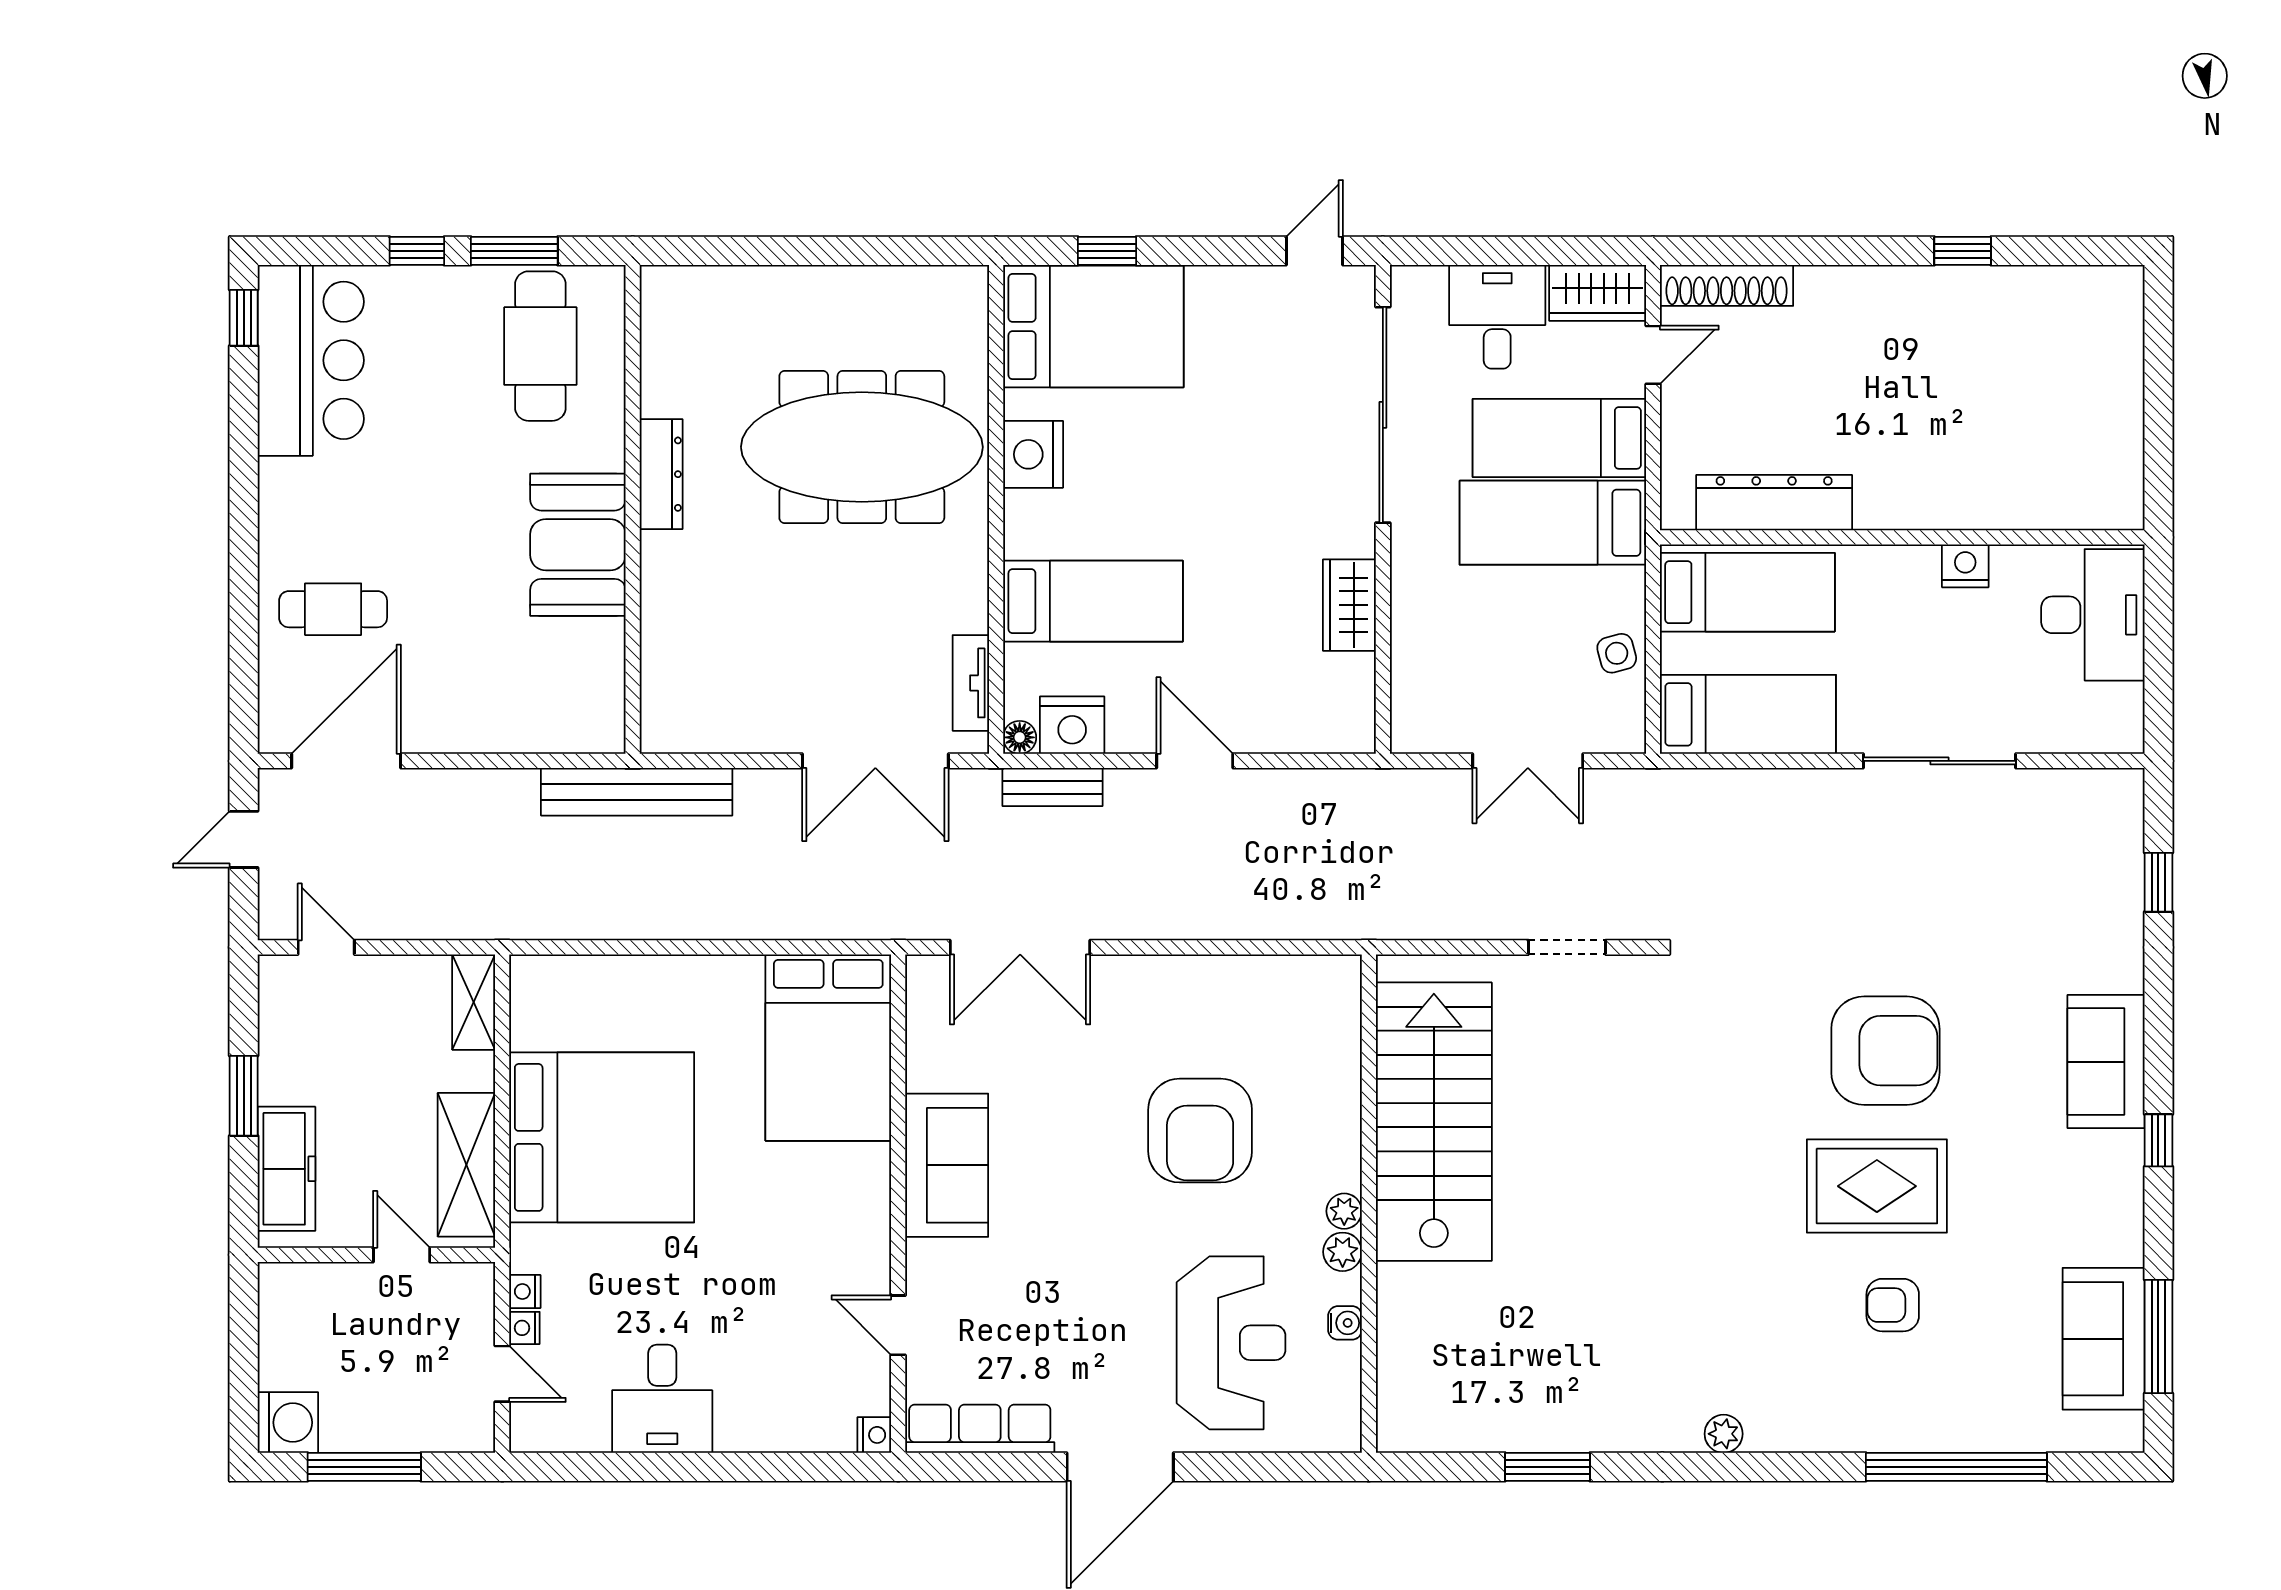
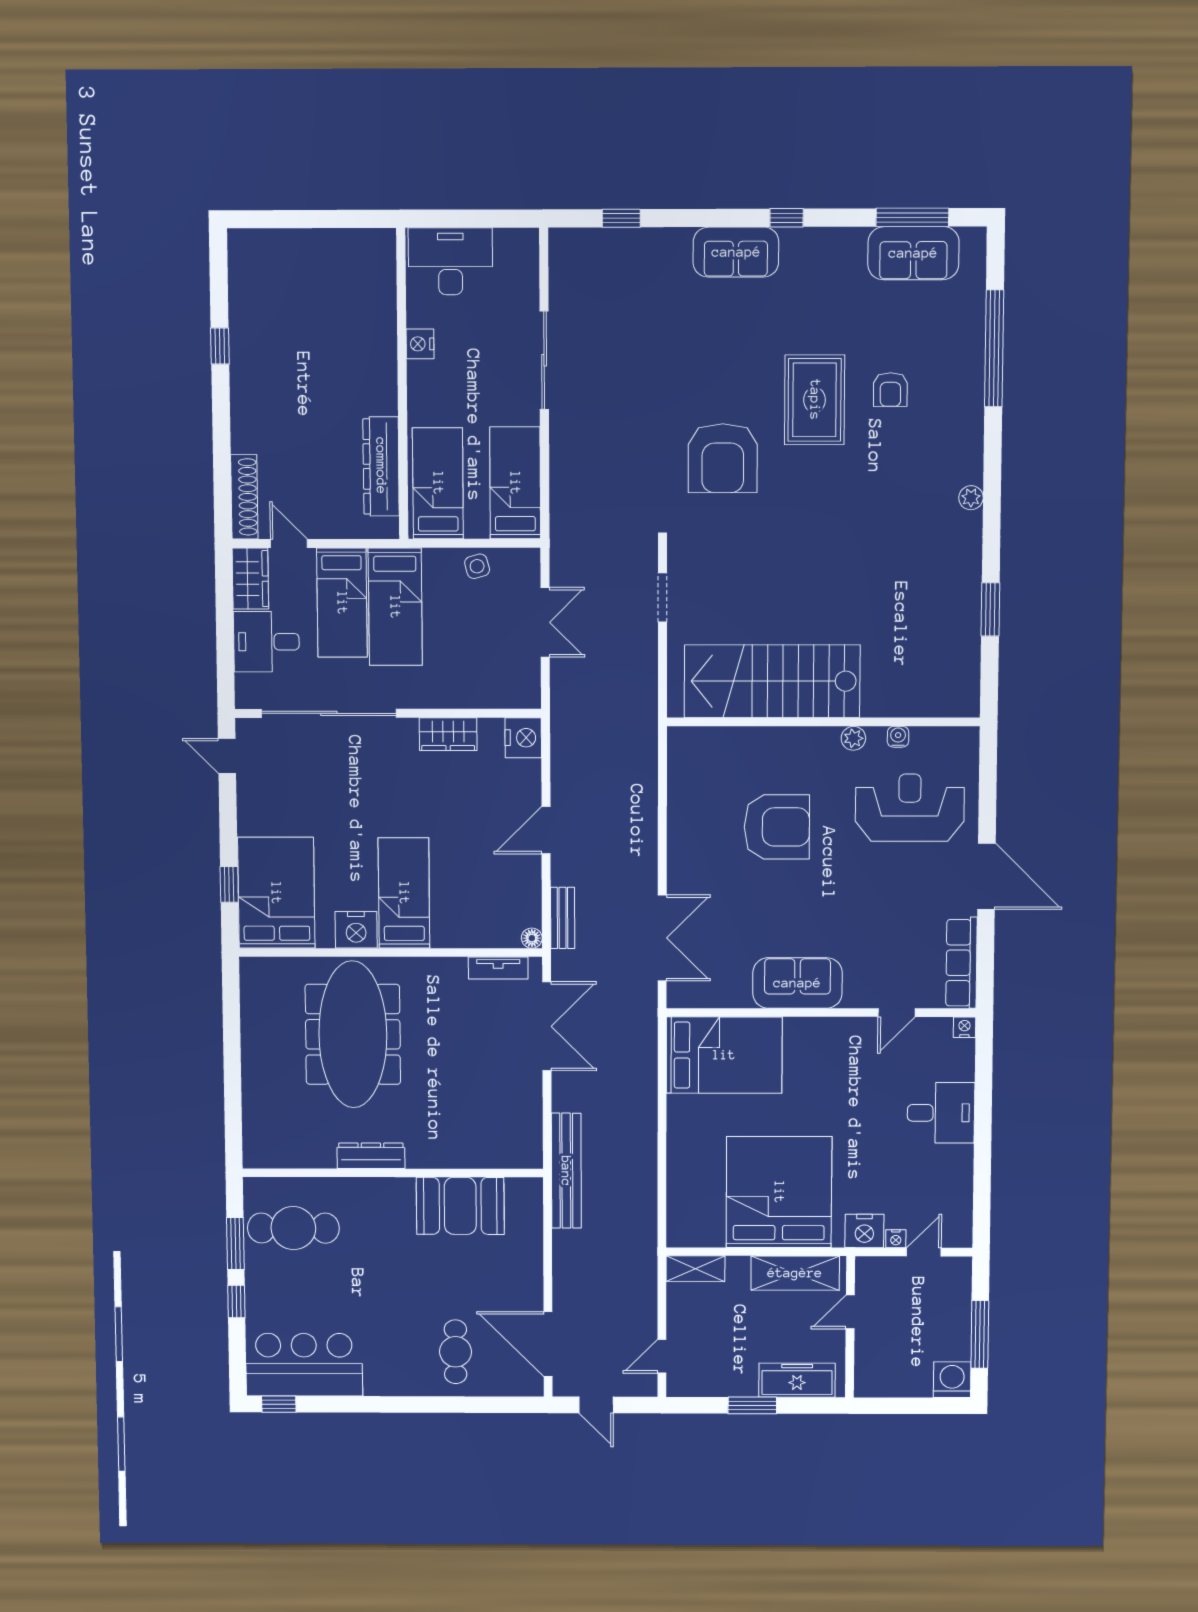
booth: (578, 545) -> (460, 1206), moved
bed: (1093, 601) -> (404, 893), moved
nightstand: (1072, 725) -> (523, 738), moved
armchair: (1885, 1051) -> (723, 458), moved, turned 180
plant: (1344, 1211) -> (828, 737), removed
nightstand: (525, 1292) -> (864, 1231), width x1.89, depth x1.79
desk: (662, 1399) -> (941, 1113), moved

